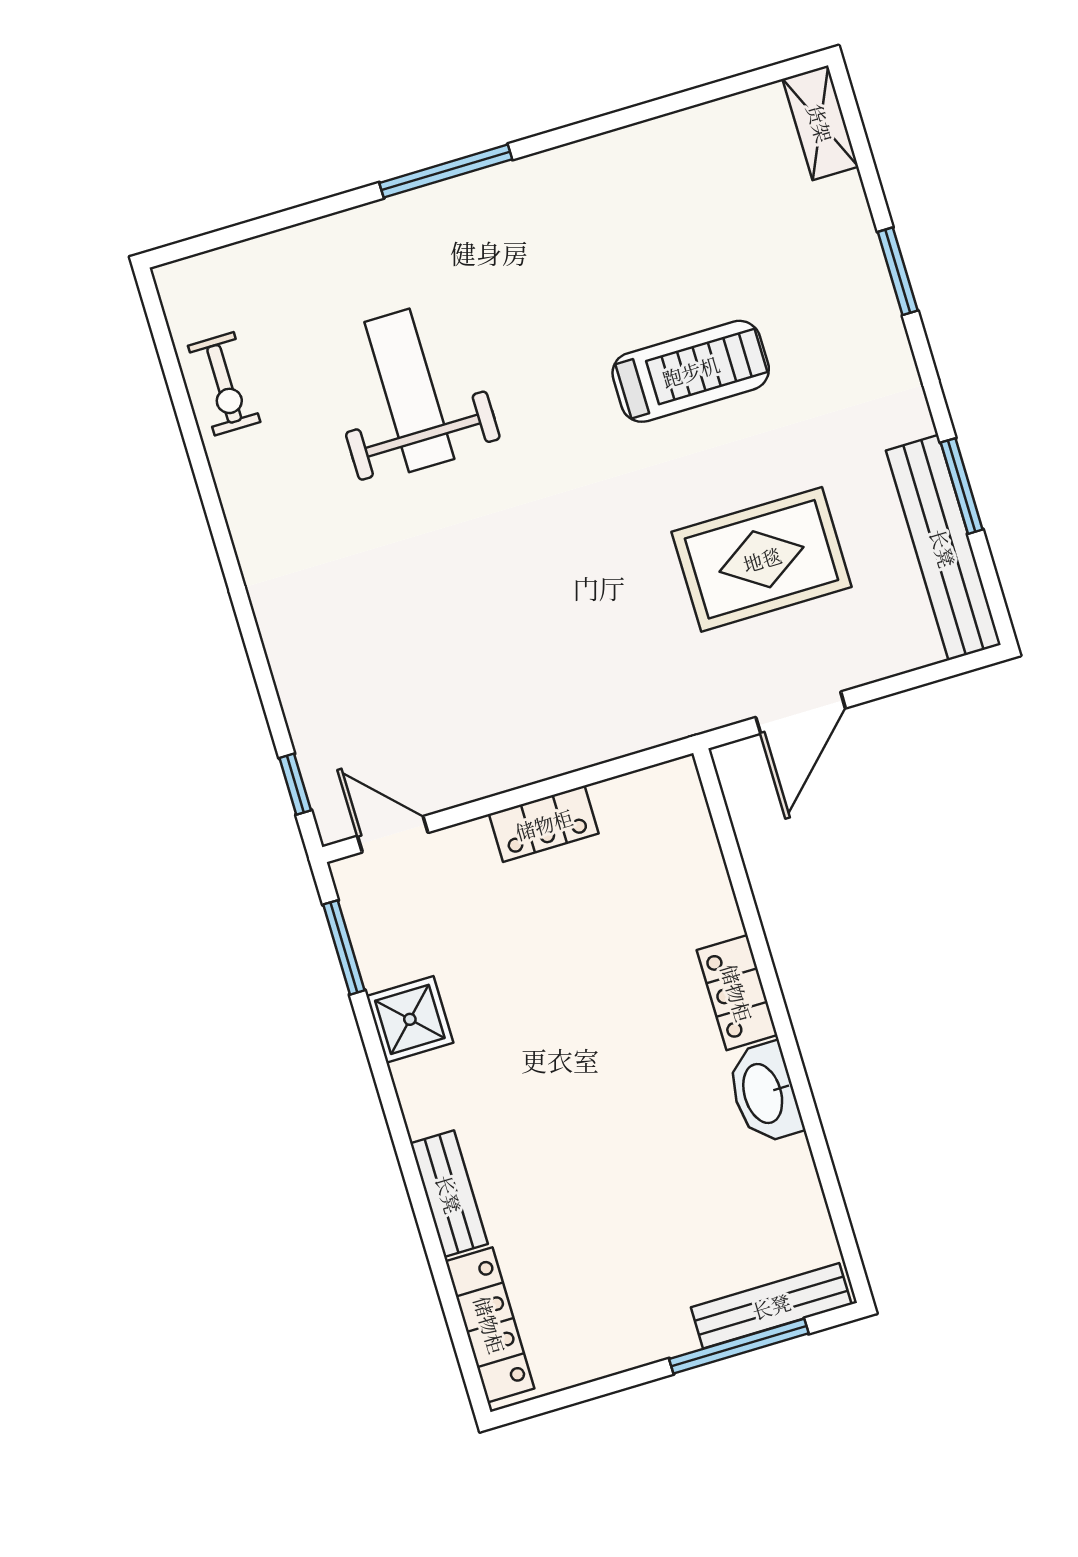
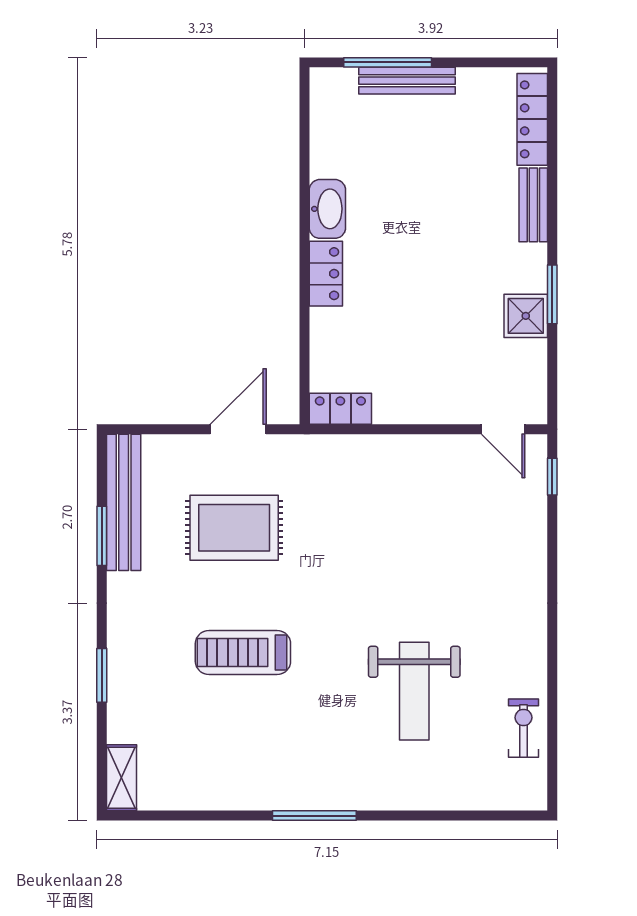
window: (446, 171) -> (314, 816), moved
locker: (544, 824) -> (340, 409), moved
window: (344, 947) -> (552, 294), moved
bench: (771, 1306) -> (407, 81), moved

